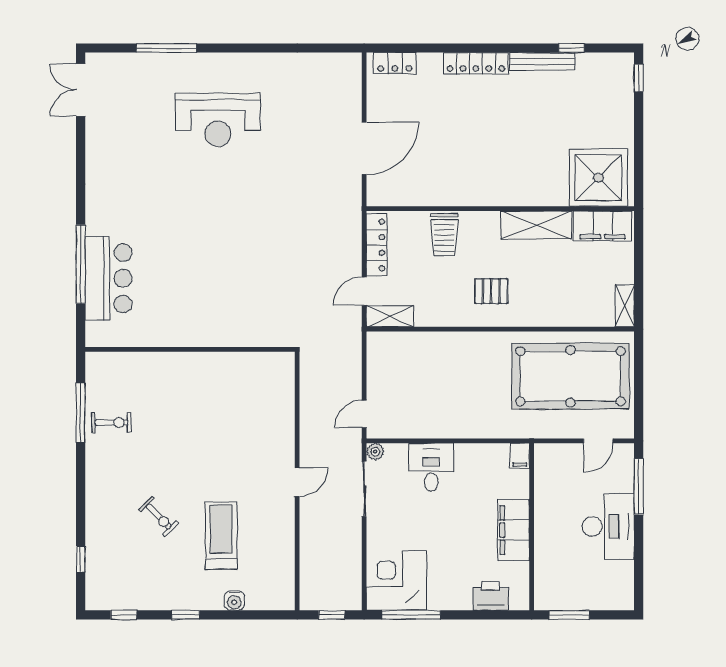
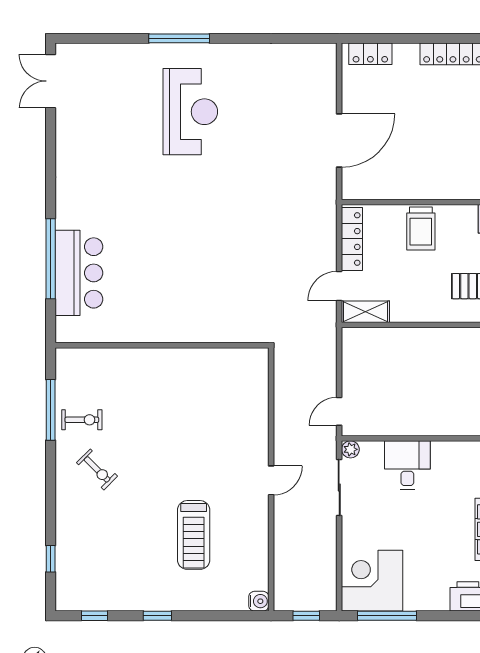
window: (166, 48) -> (179, 38), moved
reception desk: (218, 120) -> (190, 112), turned -90
exercise bike: (159, 516) -> (97, 469), moved
treadmill: (221, 536) -> (194, 535), turned 180
water cooler: (234, 601) -> (259, 601), moved, turned -90

